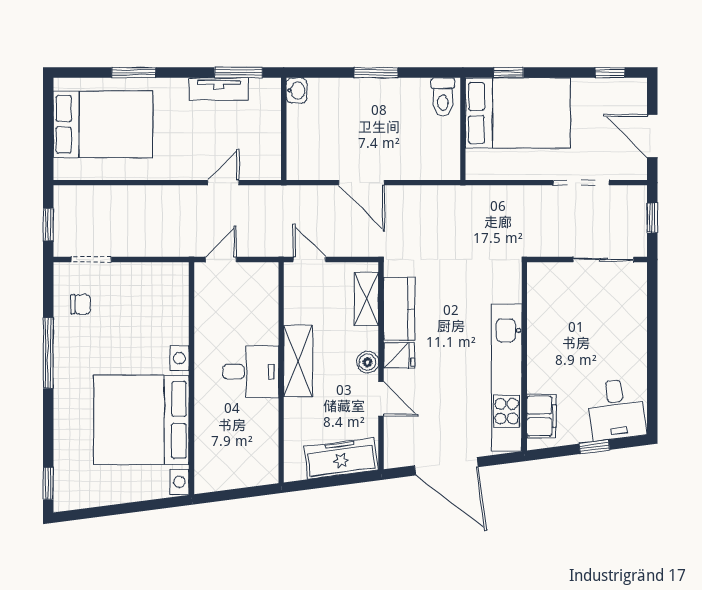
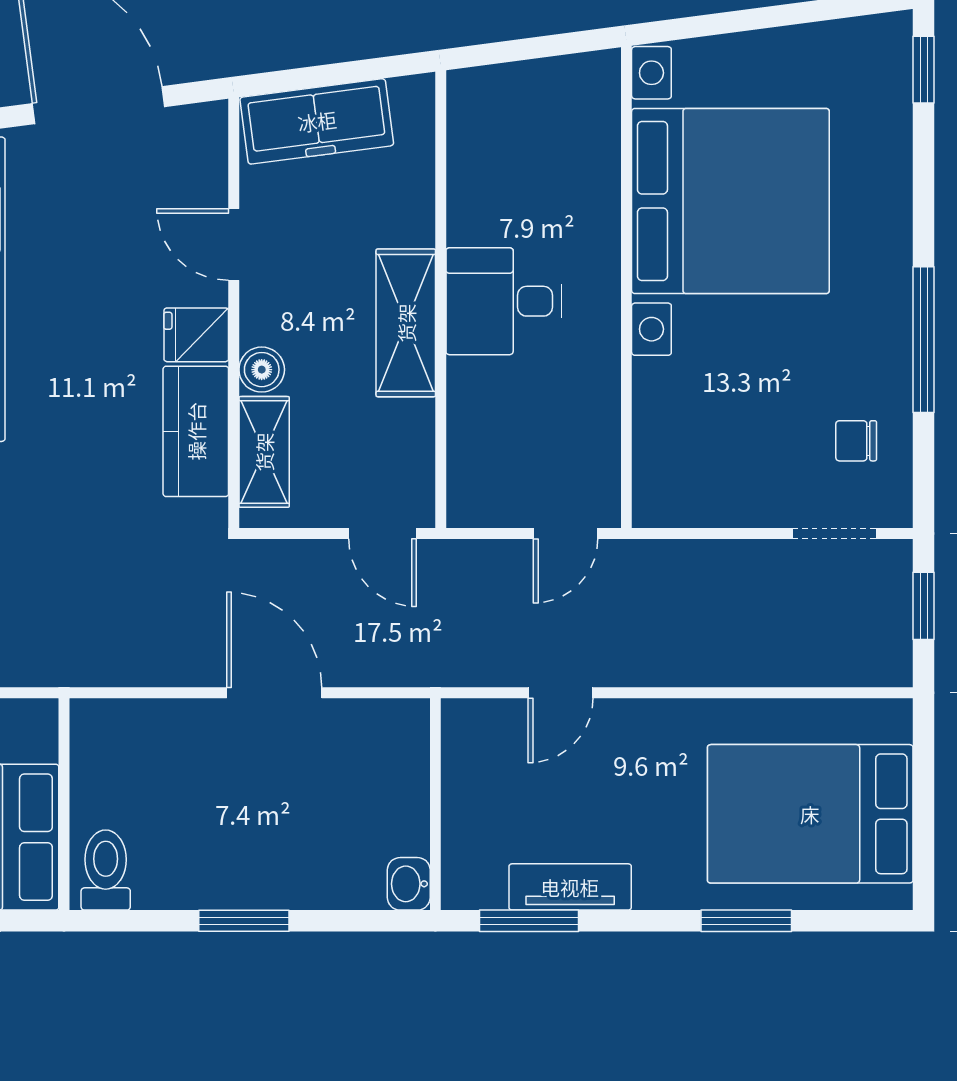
boiler: (368, 362) -> (262, 370), moved

